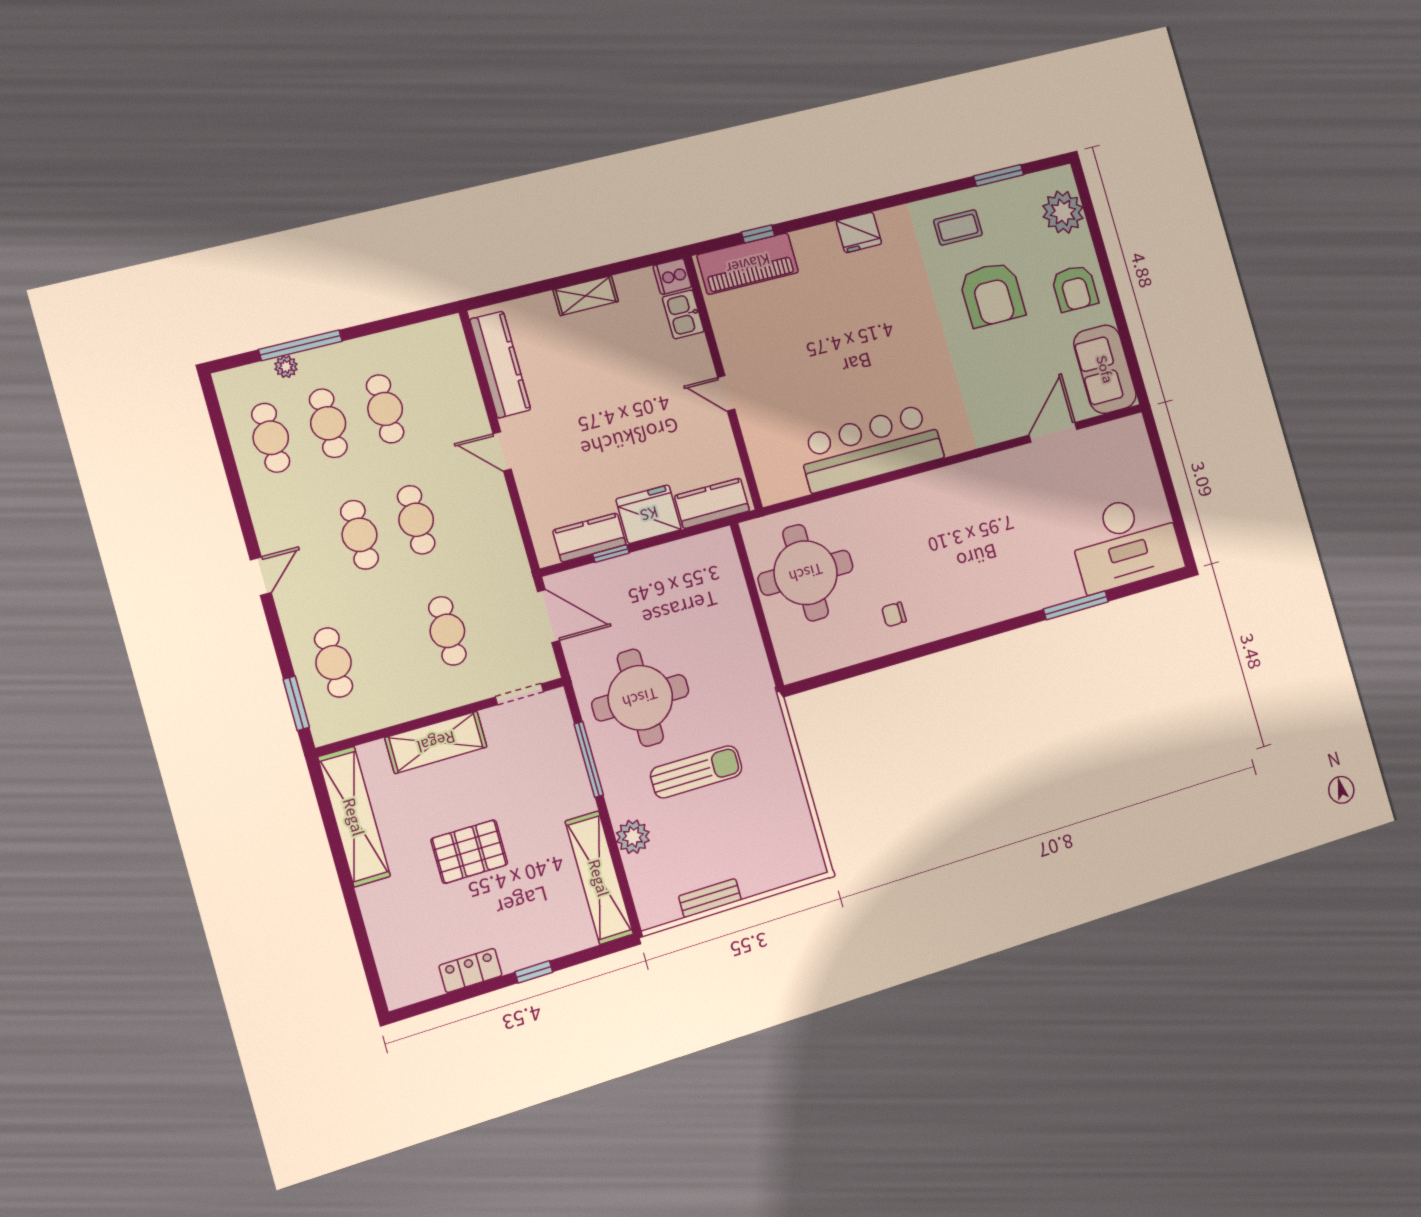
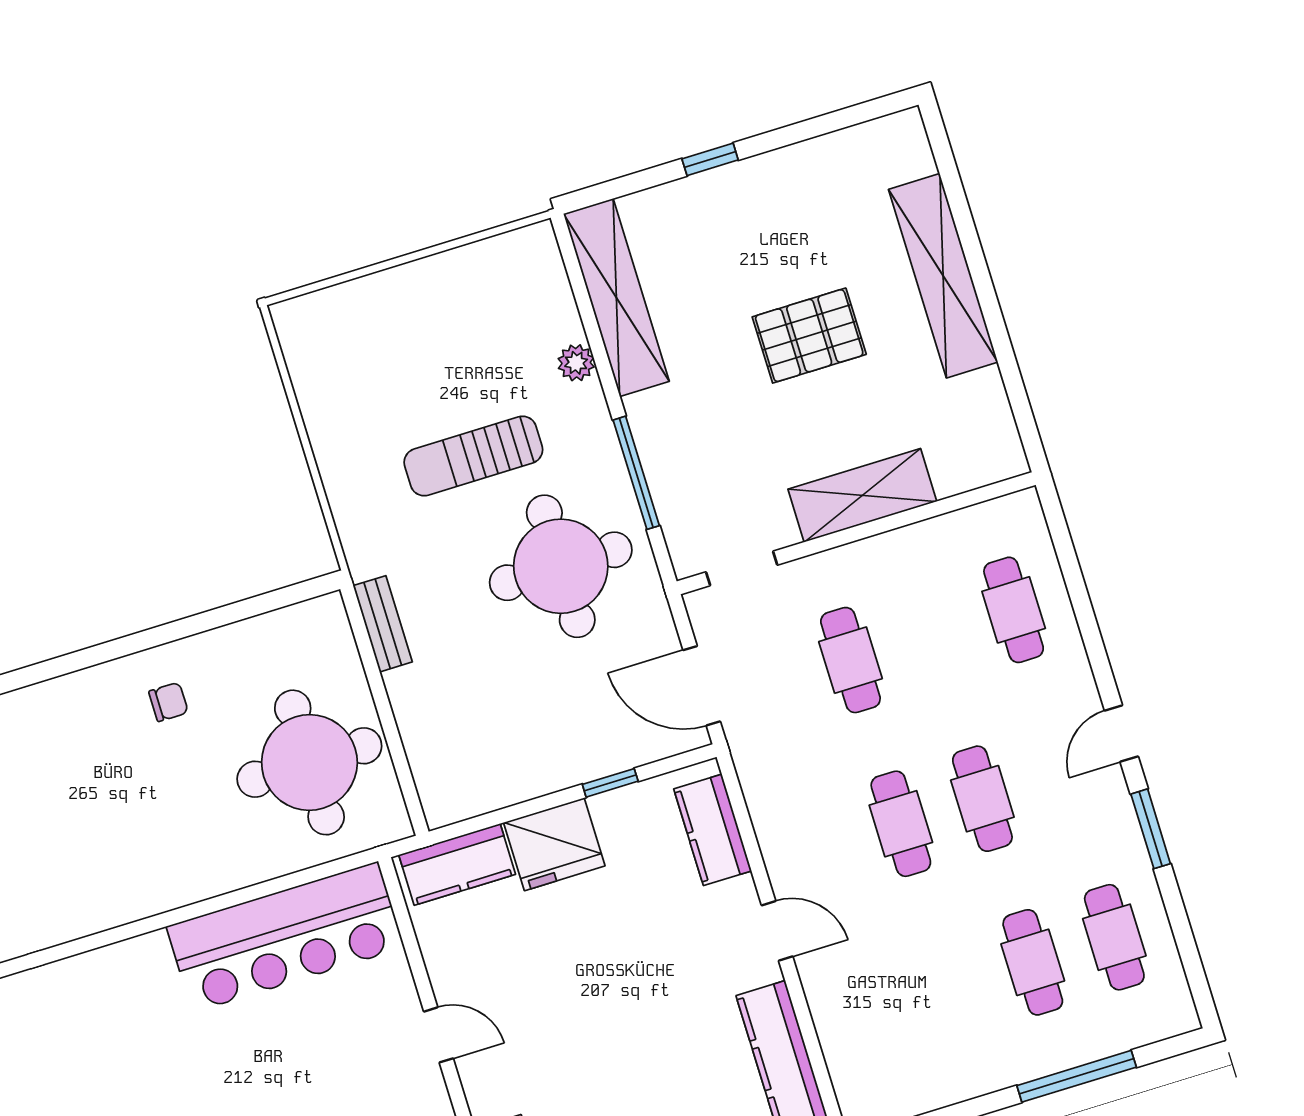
plant: (286, 367) -> (1096, 1044), removed
cafe table: (385, 409) -> (951, 987), removed
bar counter: (871, 448) -> (285, 937), moved
kitchen counter: (589, 537) -> (713, 830), moved, turned 90
window: (296, 703) -> (1151, 829), moved
shelving: (354, 817) -> (943, 276), moved
plant: (633, 837) -> (576, 363), width x0.73, depth x0.73
bench: (710, 898) -> (383, 624), moved, turned 90
locker: (470, 970) -> (803, 162), removed

